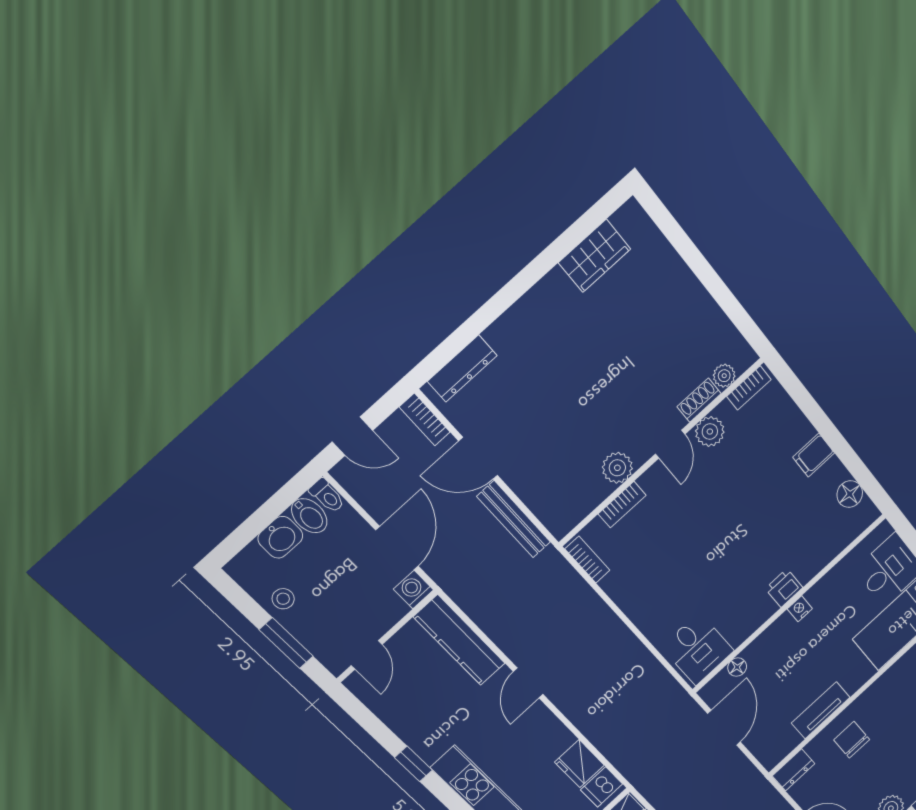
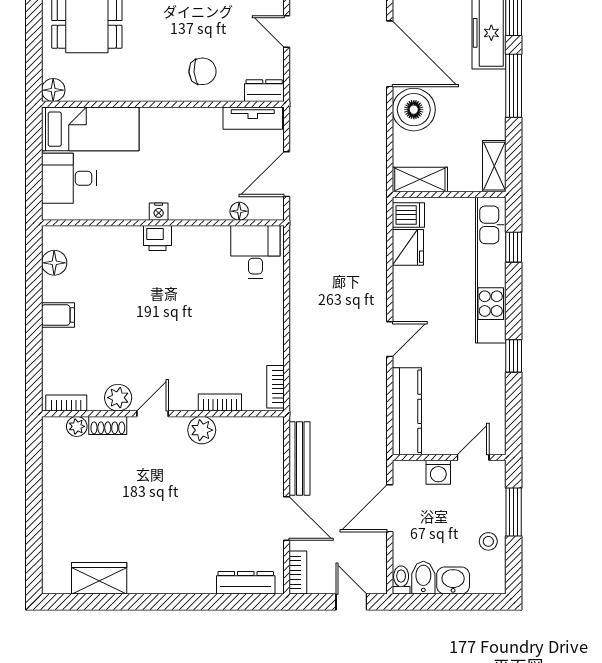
washing machine: (413, 590) -> (438, 472), moved
tv unit: (821, 710) -> (253, 118), moved
chair: (852, 740) -> (202, 71), turned -94

